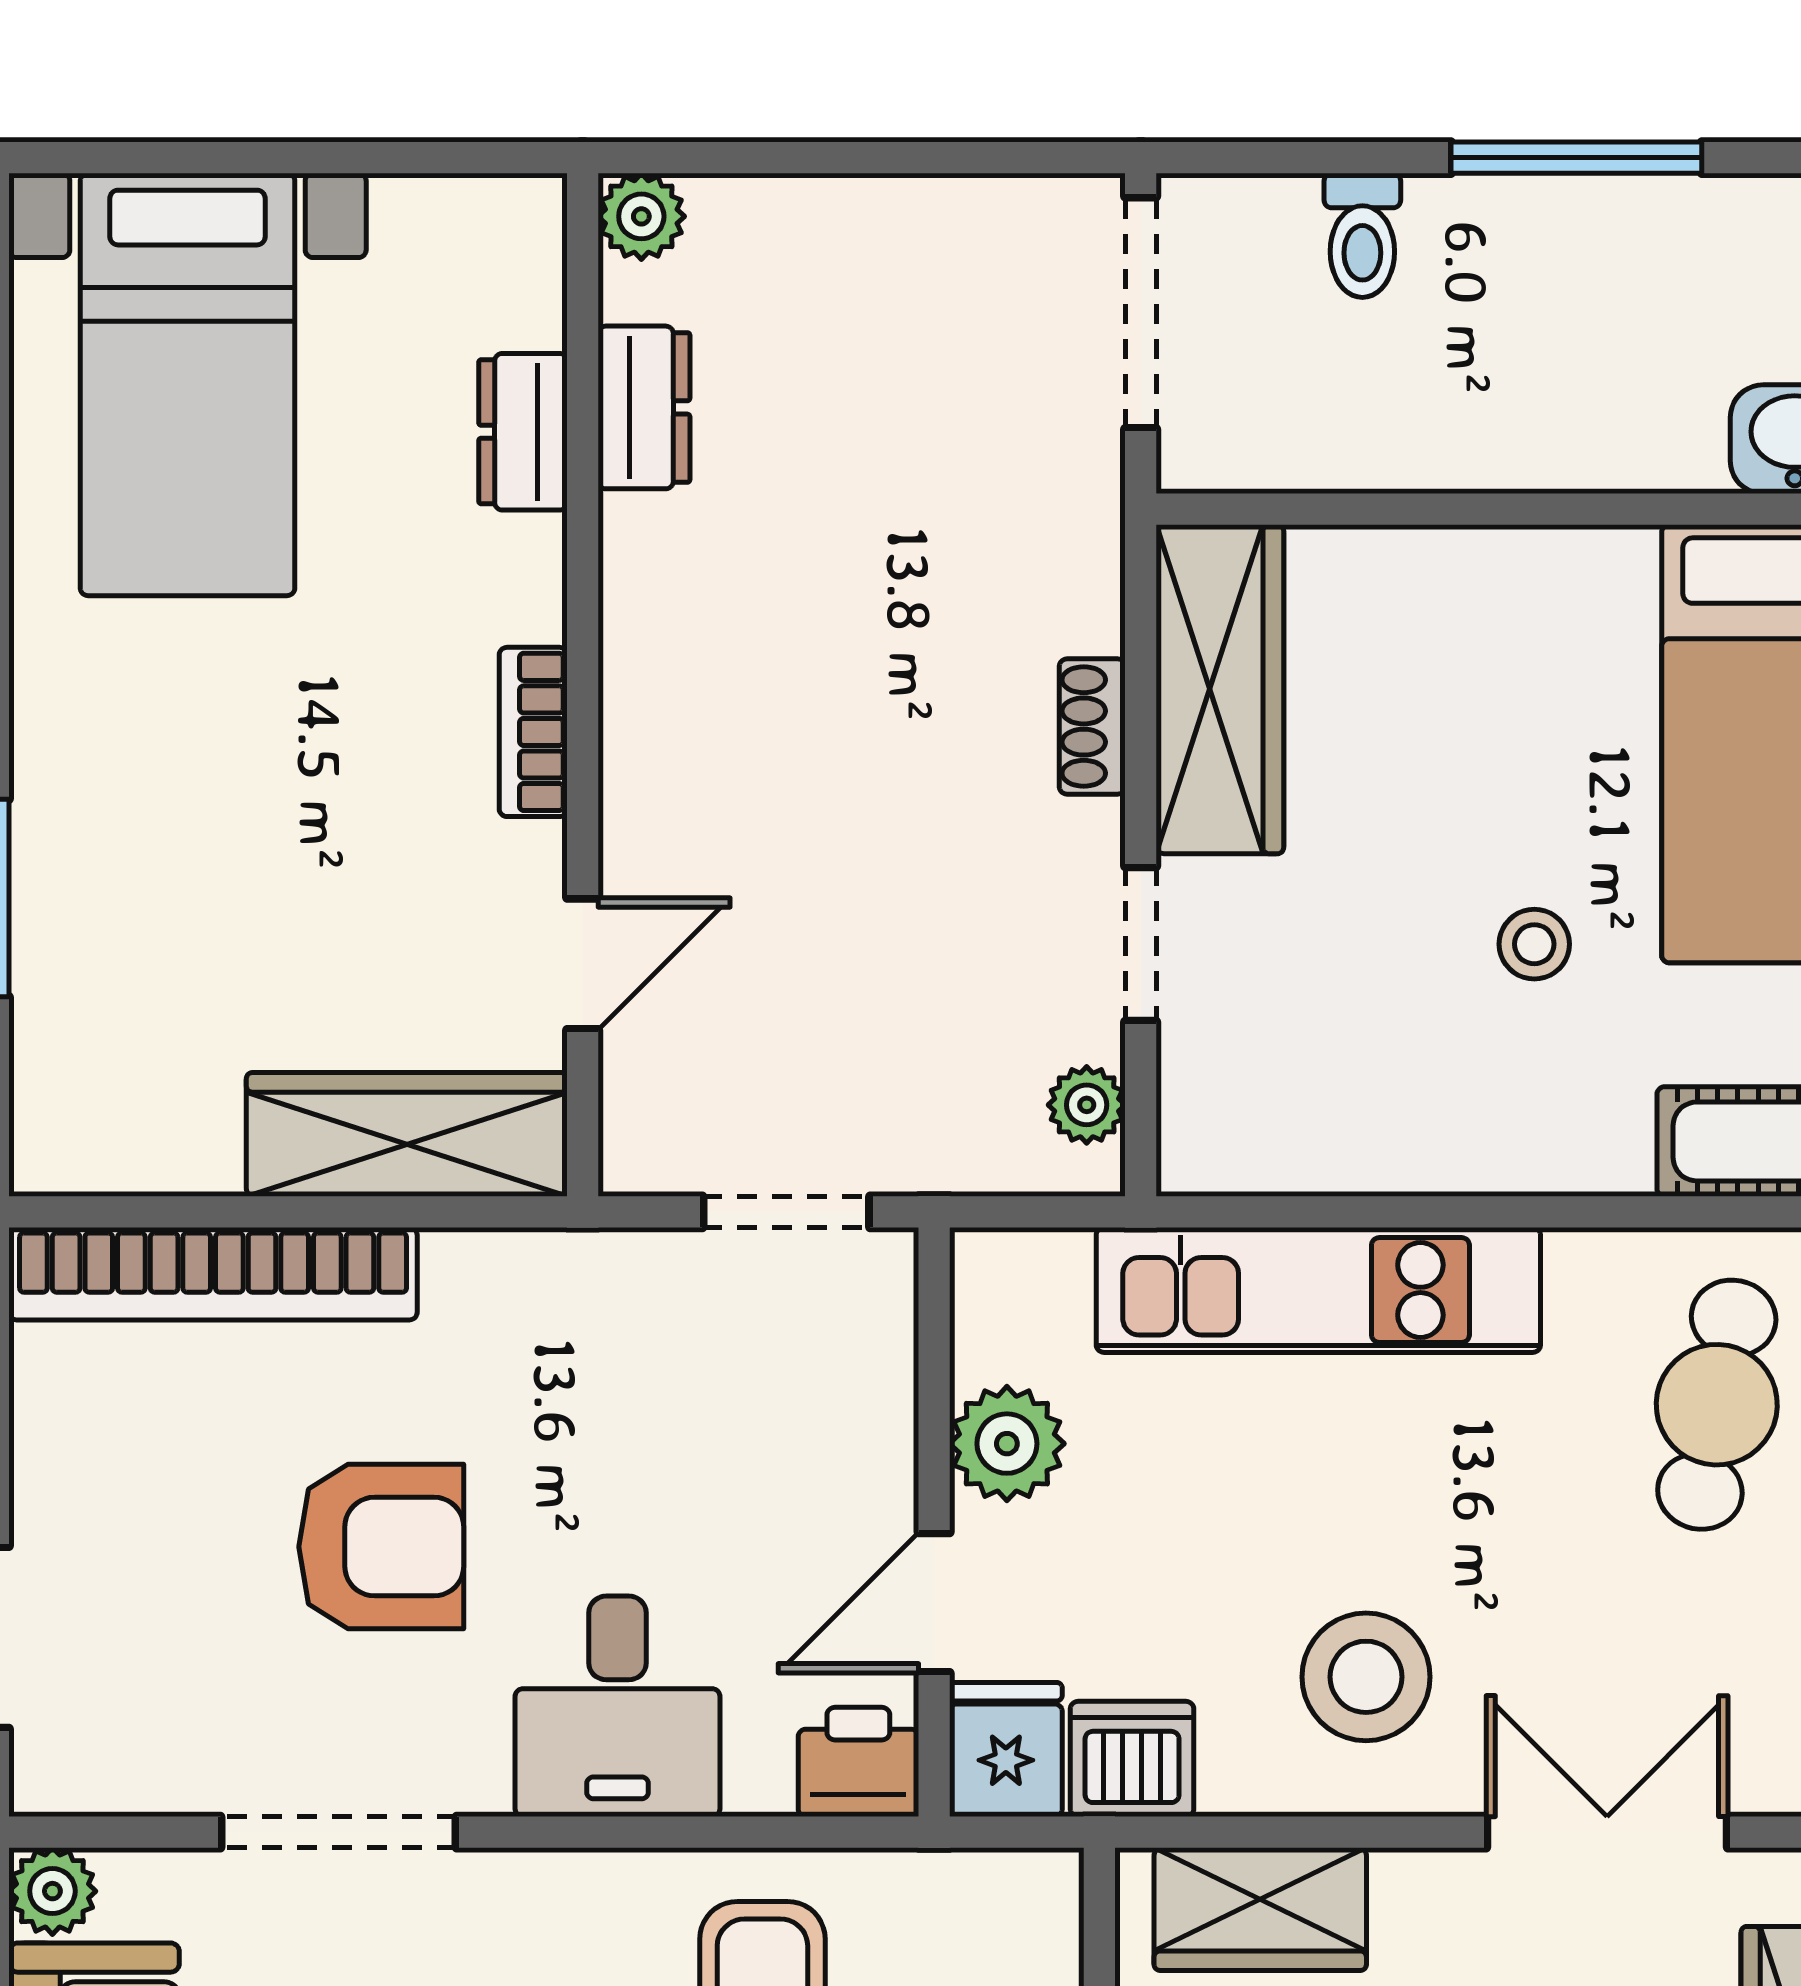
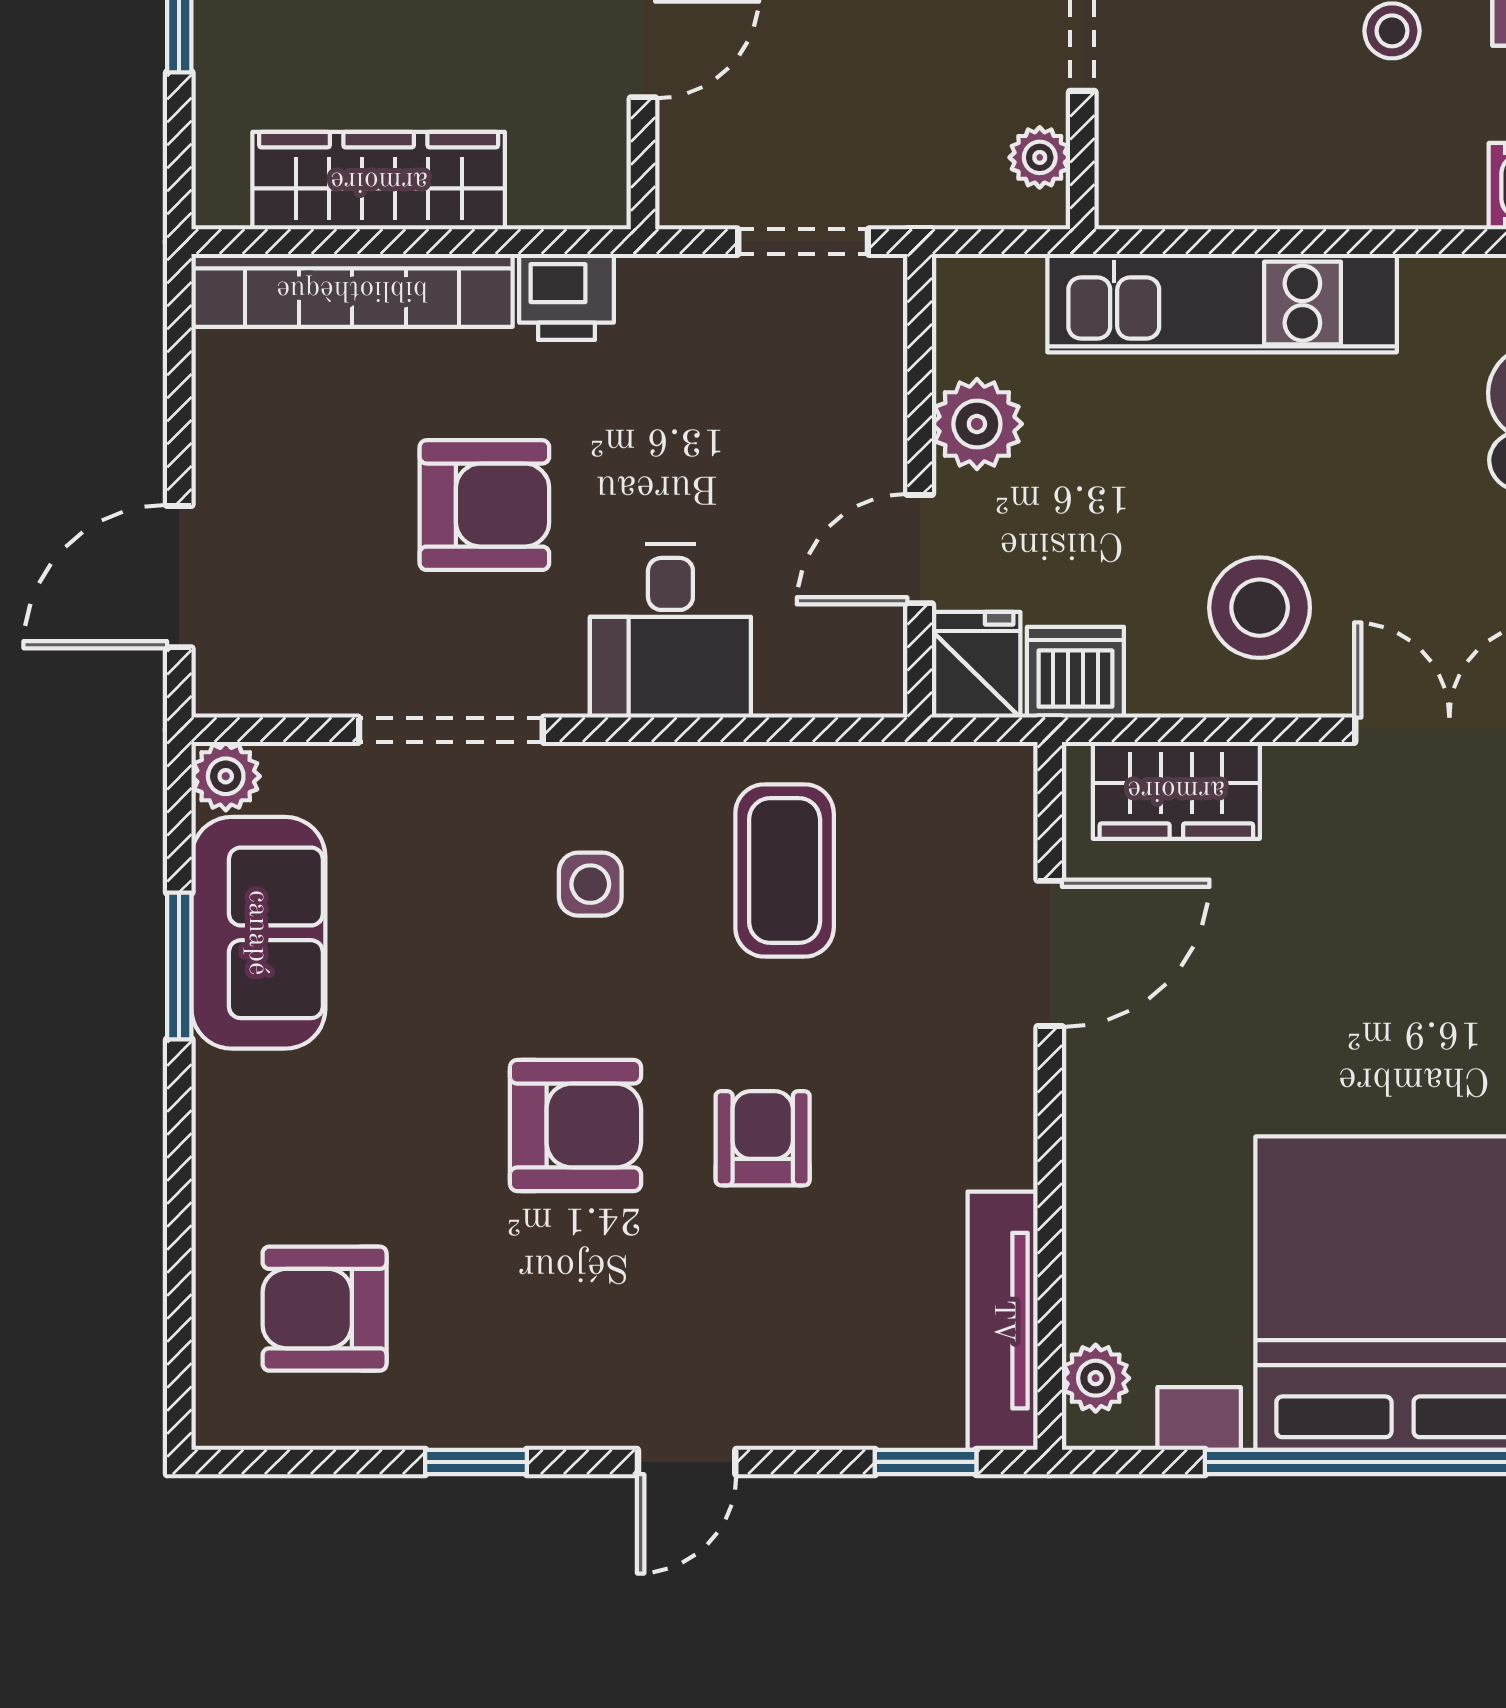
wardrobe: (407, 1134) -> (379, 181), moved
printer: (858, 1762) -> (567, 297), moved, turned 180

